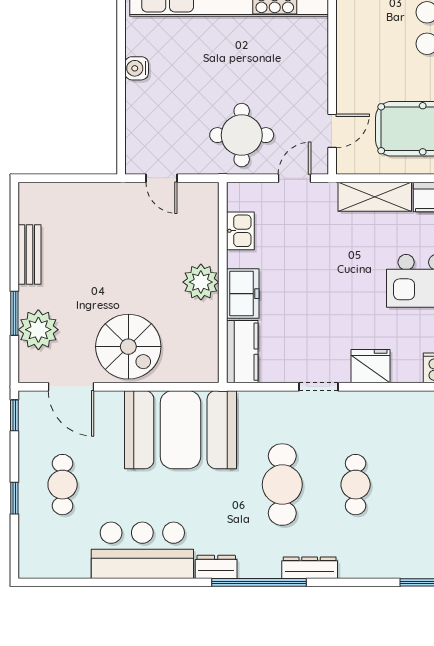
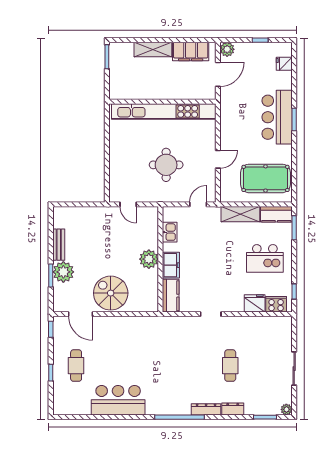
water cooler: (137, 68) -> (115, 147), removed
door: (332, 131) -> (218, 159), moved
round table: (242, 135) -> (166, 165), moved
plant: (38, 330) -> (63, 272), moved
spiral stairs: (128, 347) -> (111, 293), turned 180
fridge: (371, 366) -> (255, 303), moved
booth: (180, 430) -> (138, 337), removed
cafe table: (282, 485) -> (192, 366), removed
dresser: (216, 567) -> (233, 409), moved

